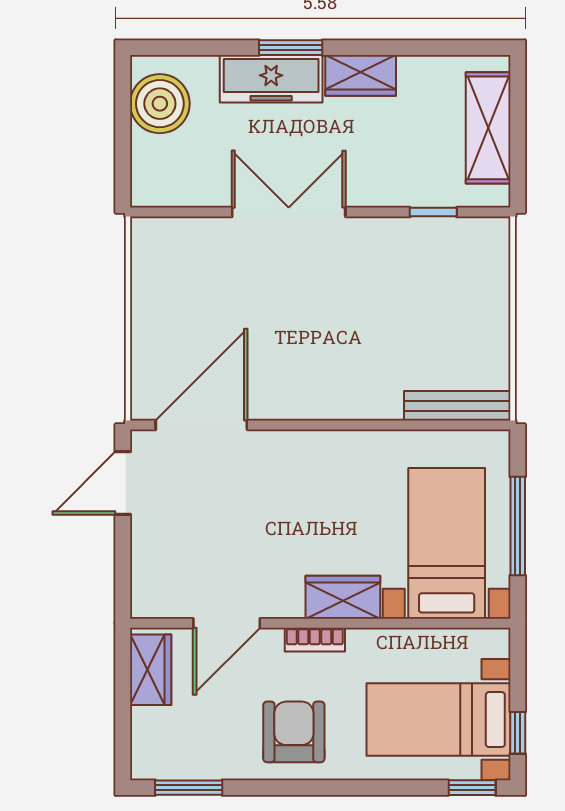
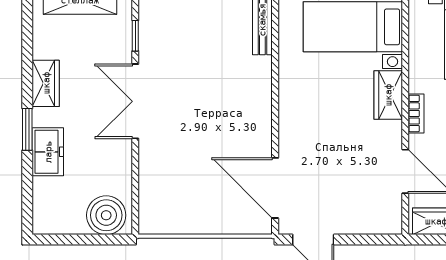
freezer: (271, 79) -> (48, 152), width x0.71
boiler: (160, 104) -> (106, 215), moved
double door: (289, 212) -> (135, 101), moved

